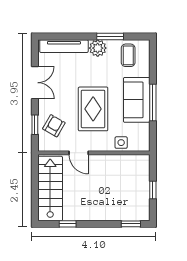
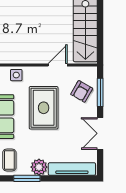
window: (35, 125) -> (100, 92), width x1.50
door: (79, 153) -> (58, 65), hinge flipped

